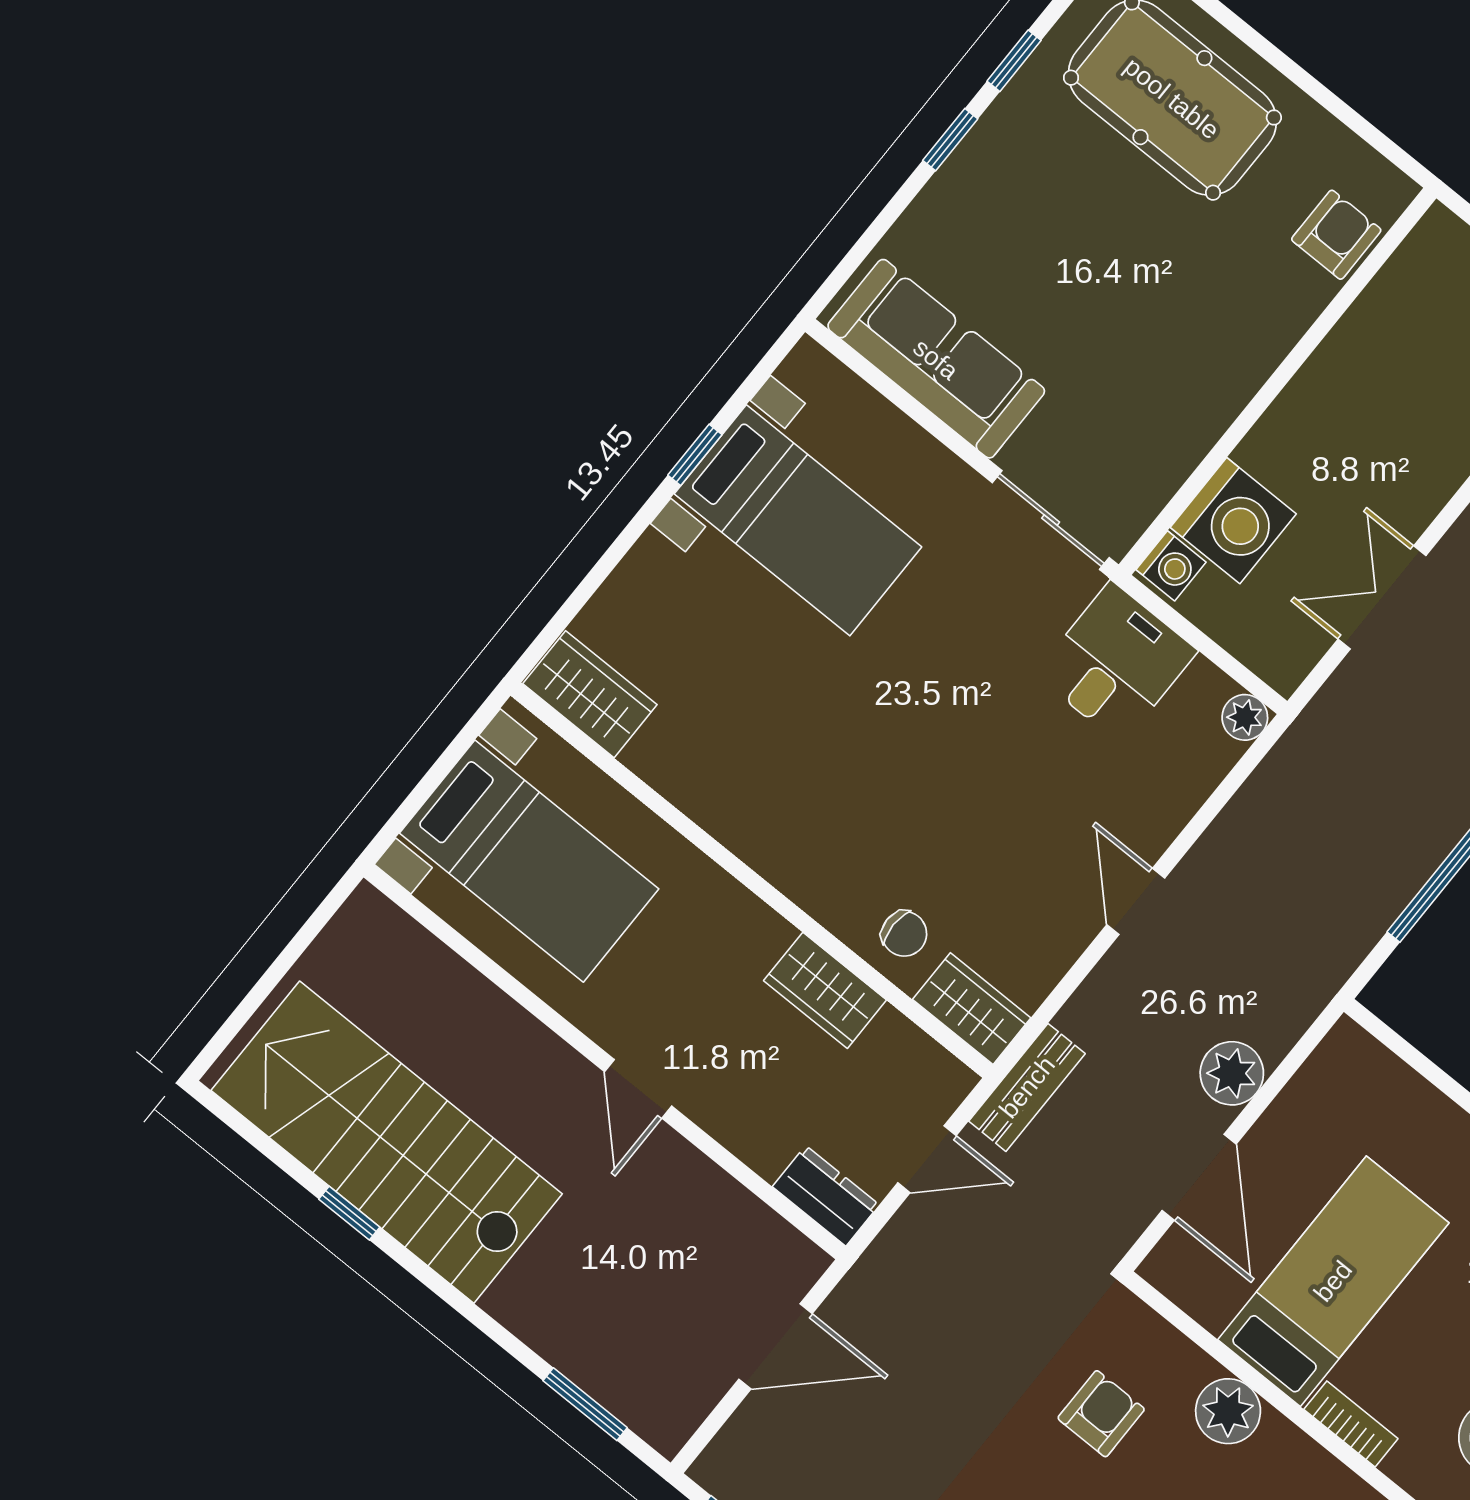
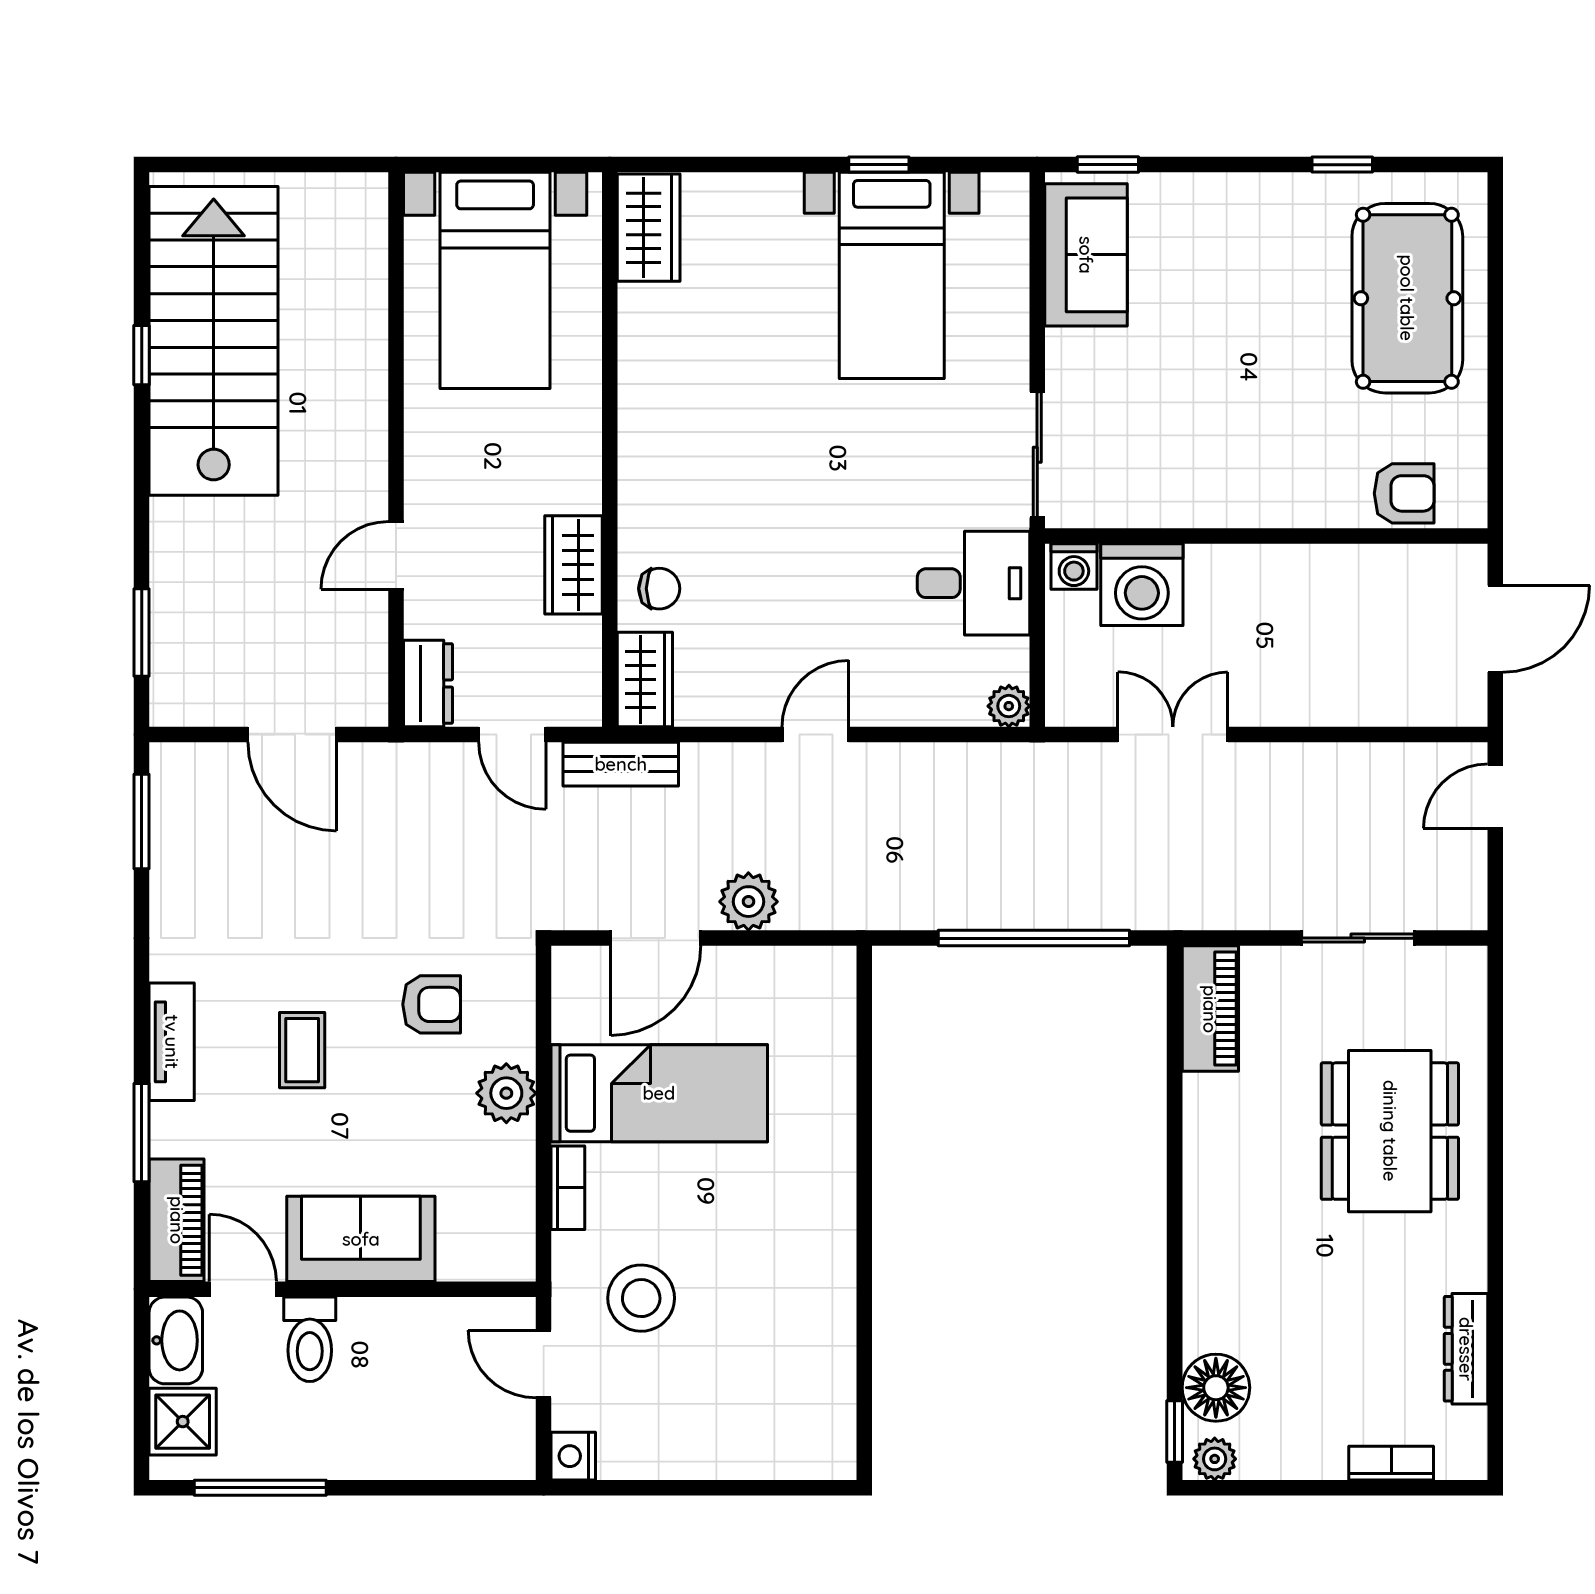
window: (950, 140) -> (1108, 165), moved
sofa: (936, 359) -> (1086, 255), width x0.73
chair: (904, 934) -> (659, 589), turned -90
door: (638, 1089) -> (396, 555), moved

